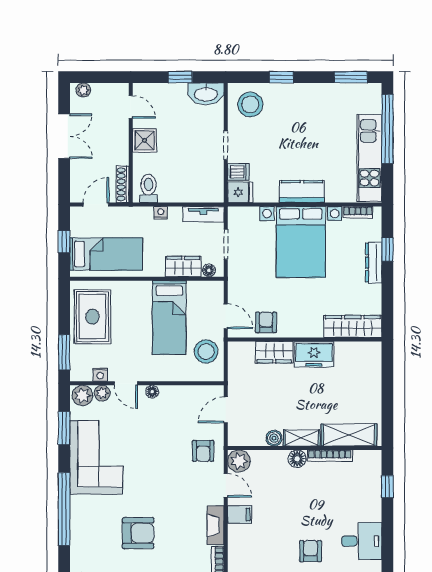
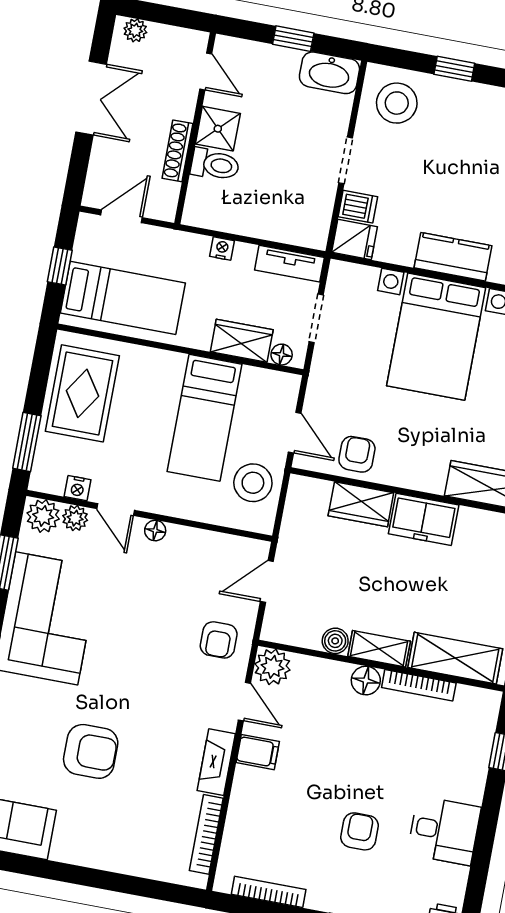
shoe rack: (123, 184) -> (177, 151), moved
toilet: (149, 188) -> (215, 165), moved, turned 90

